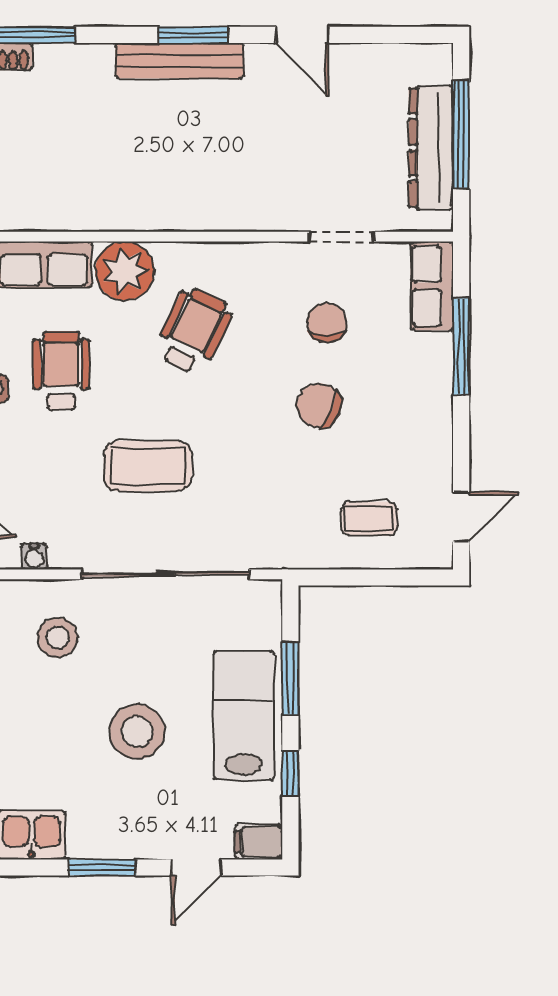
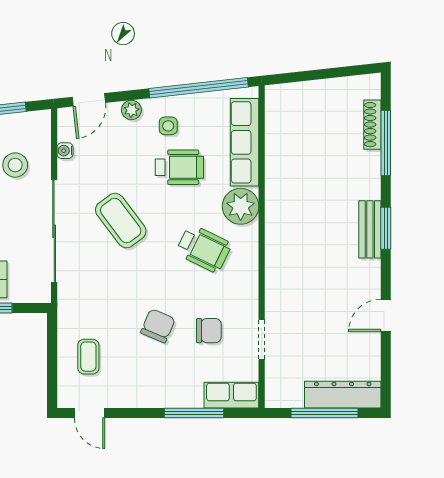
window: (193, 35) -> (386, 228), moved
bench: (179, 61) -> (370, 229), width x0.73
dresser: (431, 148) -> (343, 395), moved
coffee table: (148, 466) -> (121, 221), turned -37

